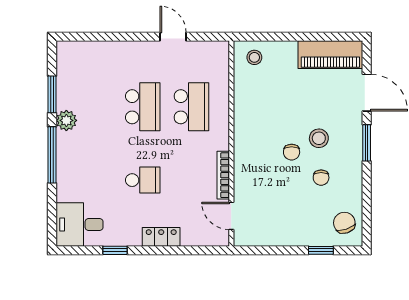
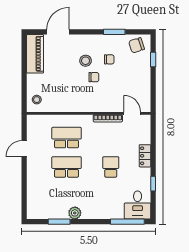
window: (367, 143) -> (114, 32), moved
window: (52, 155) -> (127, 222), moved
door: (231, 216) -> (132, 113), swing flipped

